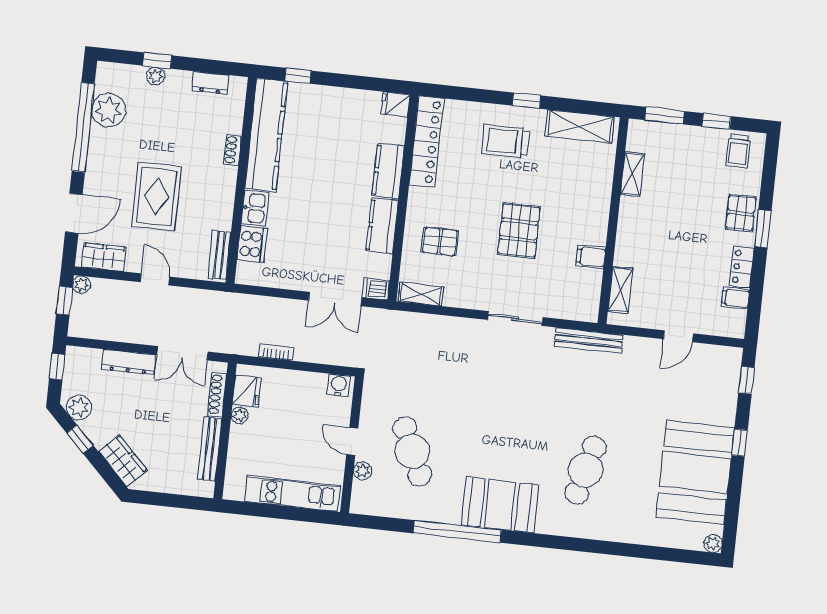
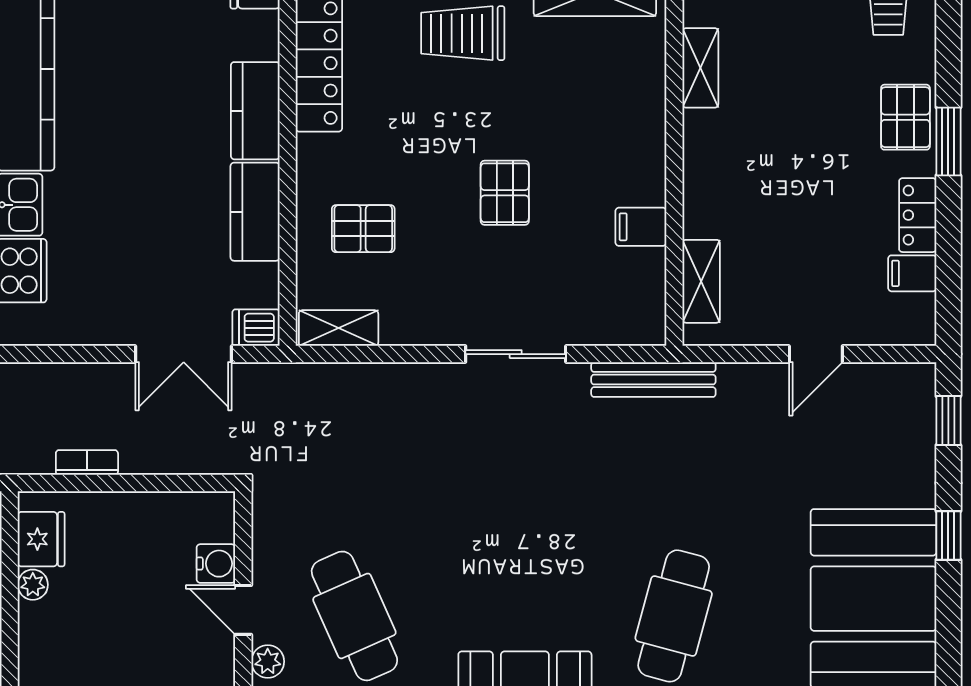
pallet: (519, 230) -> (505, 193), width x0.67, depth x0.71
water cooler: (339, 385) -> (216, 564), moved, turned 90

